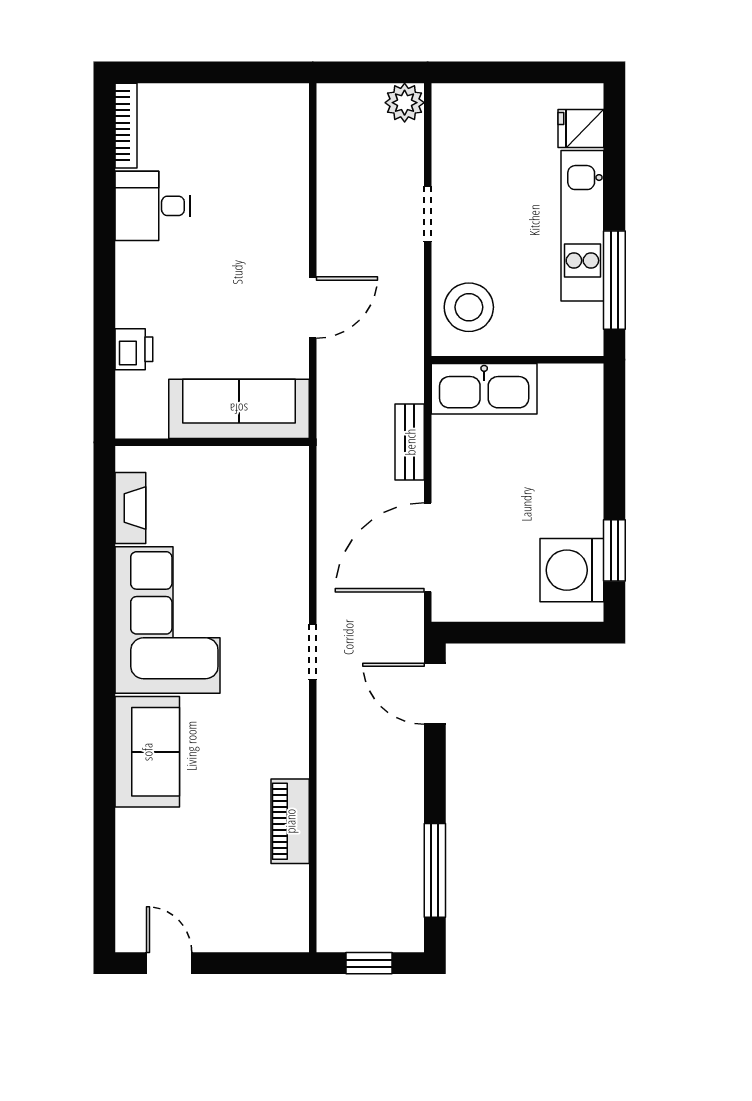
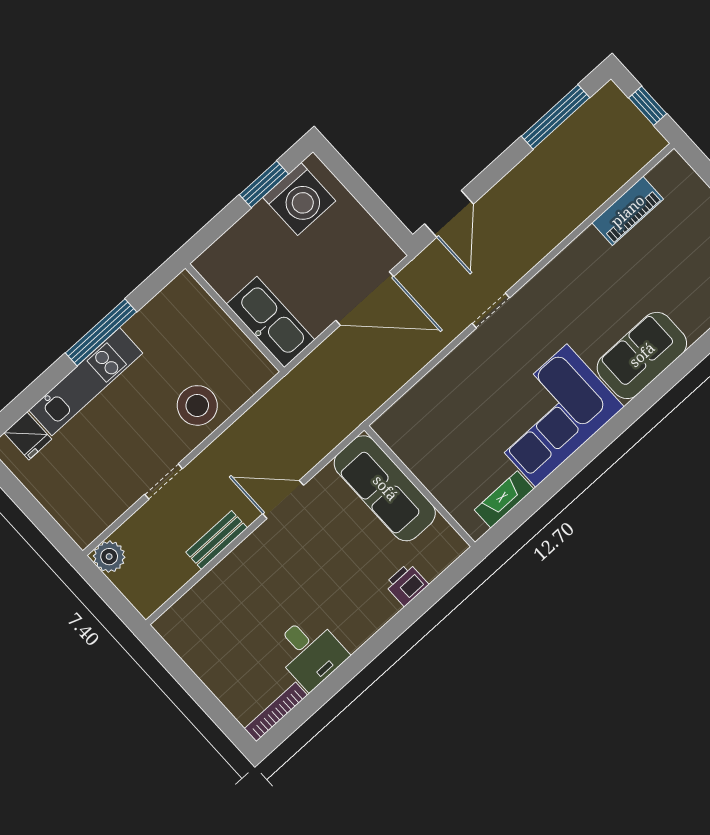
wall: (517, 360) -> (235, 318), moved
kitchen sink: (484, 389) -> (270, 322), moved
bench: (410, 442) -> (217, 540), moved
piano: (290, 821) -> (628, 211), moved

